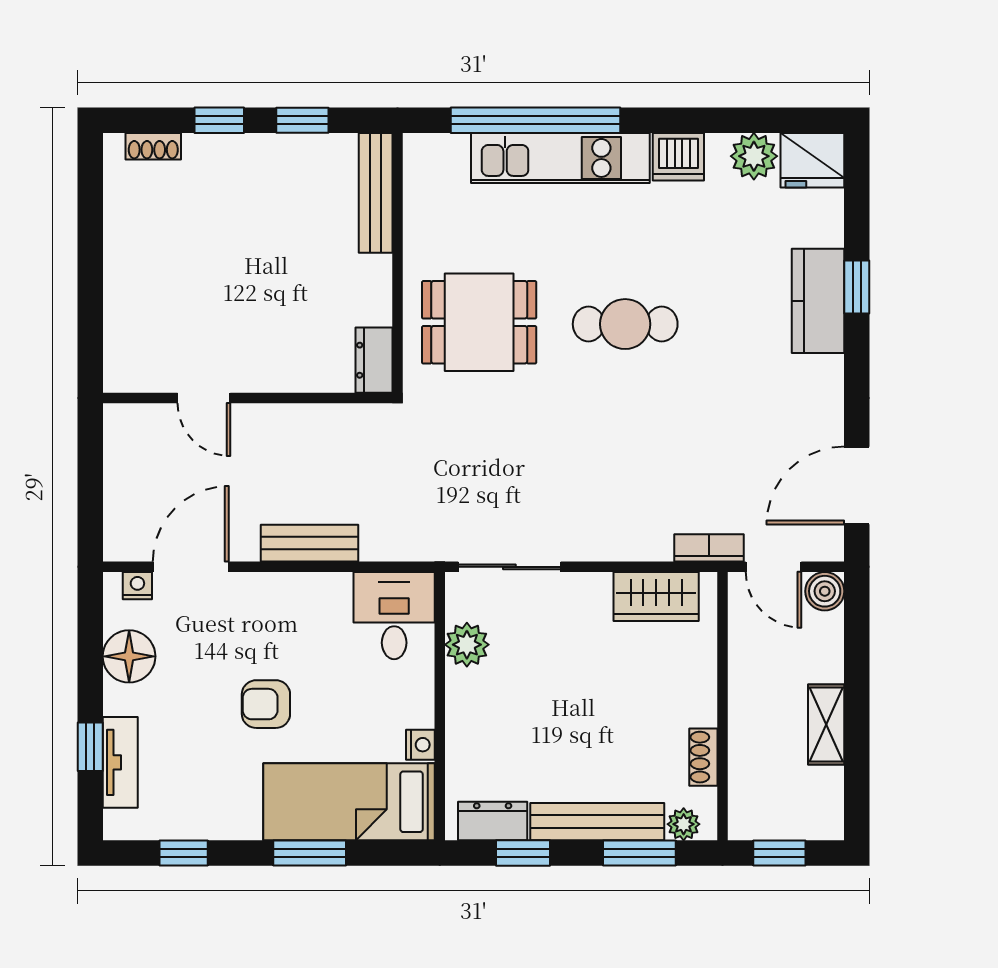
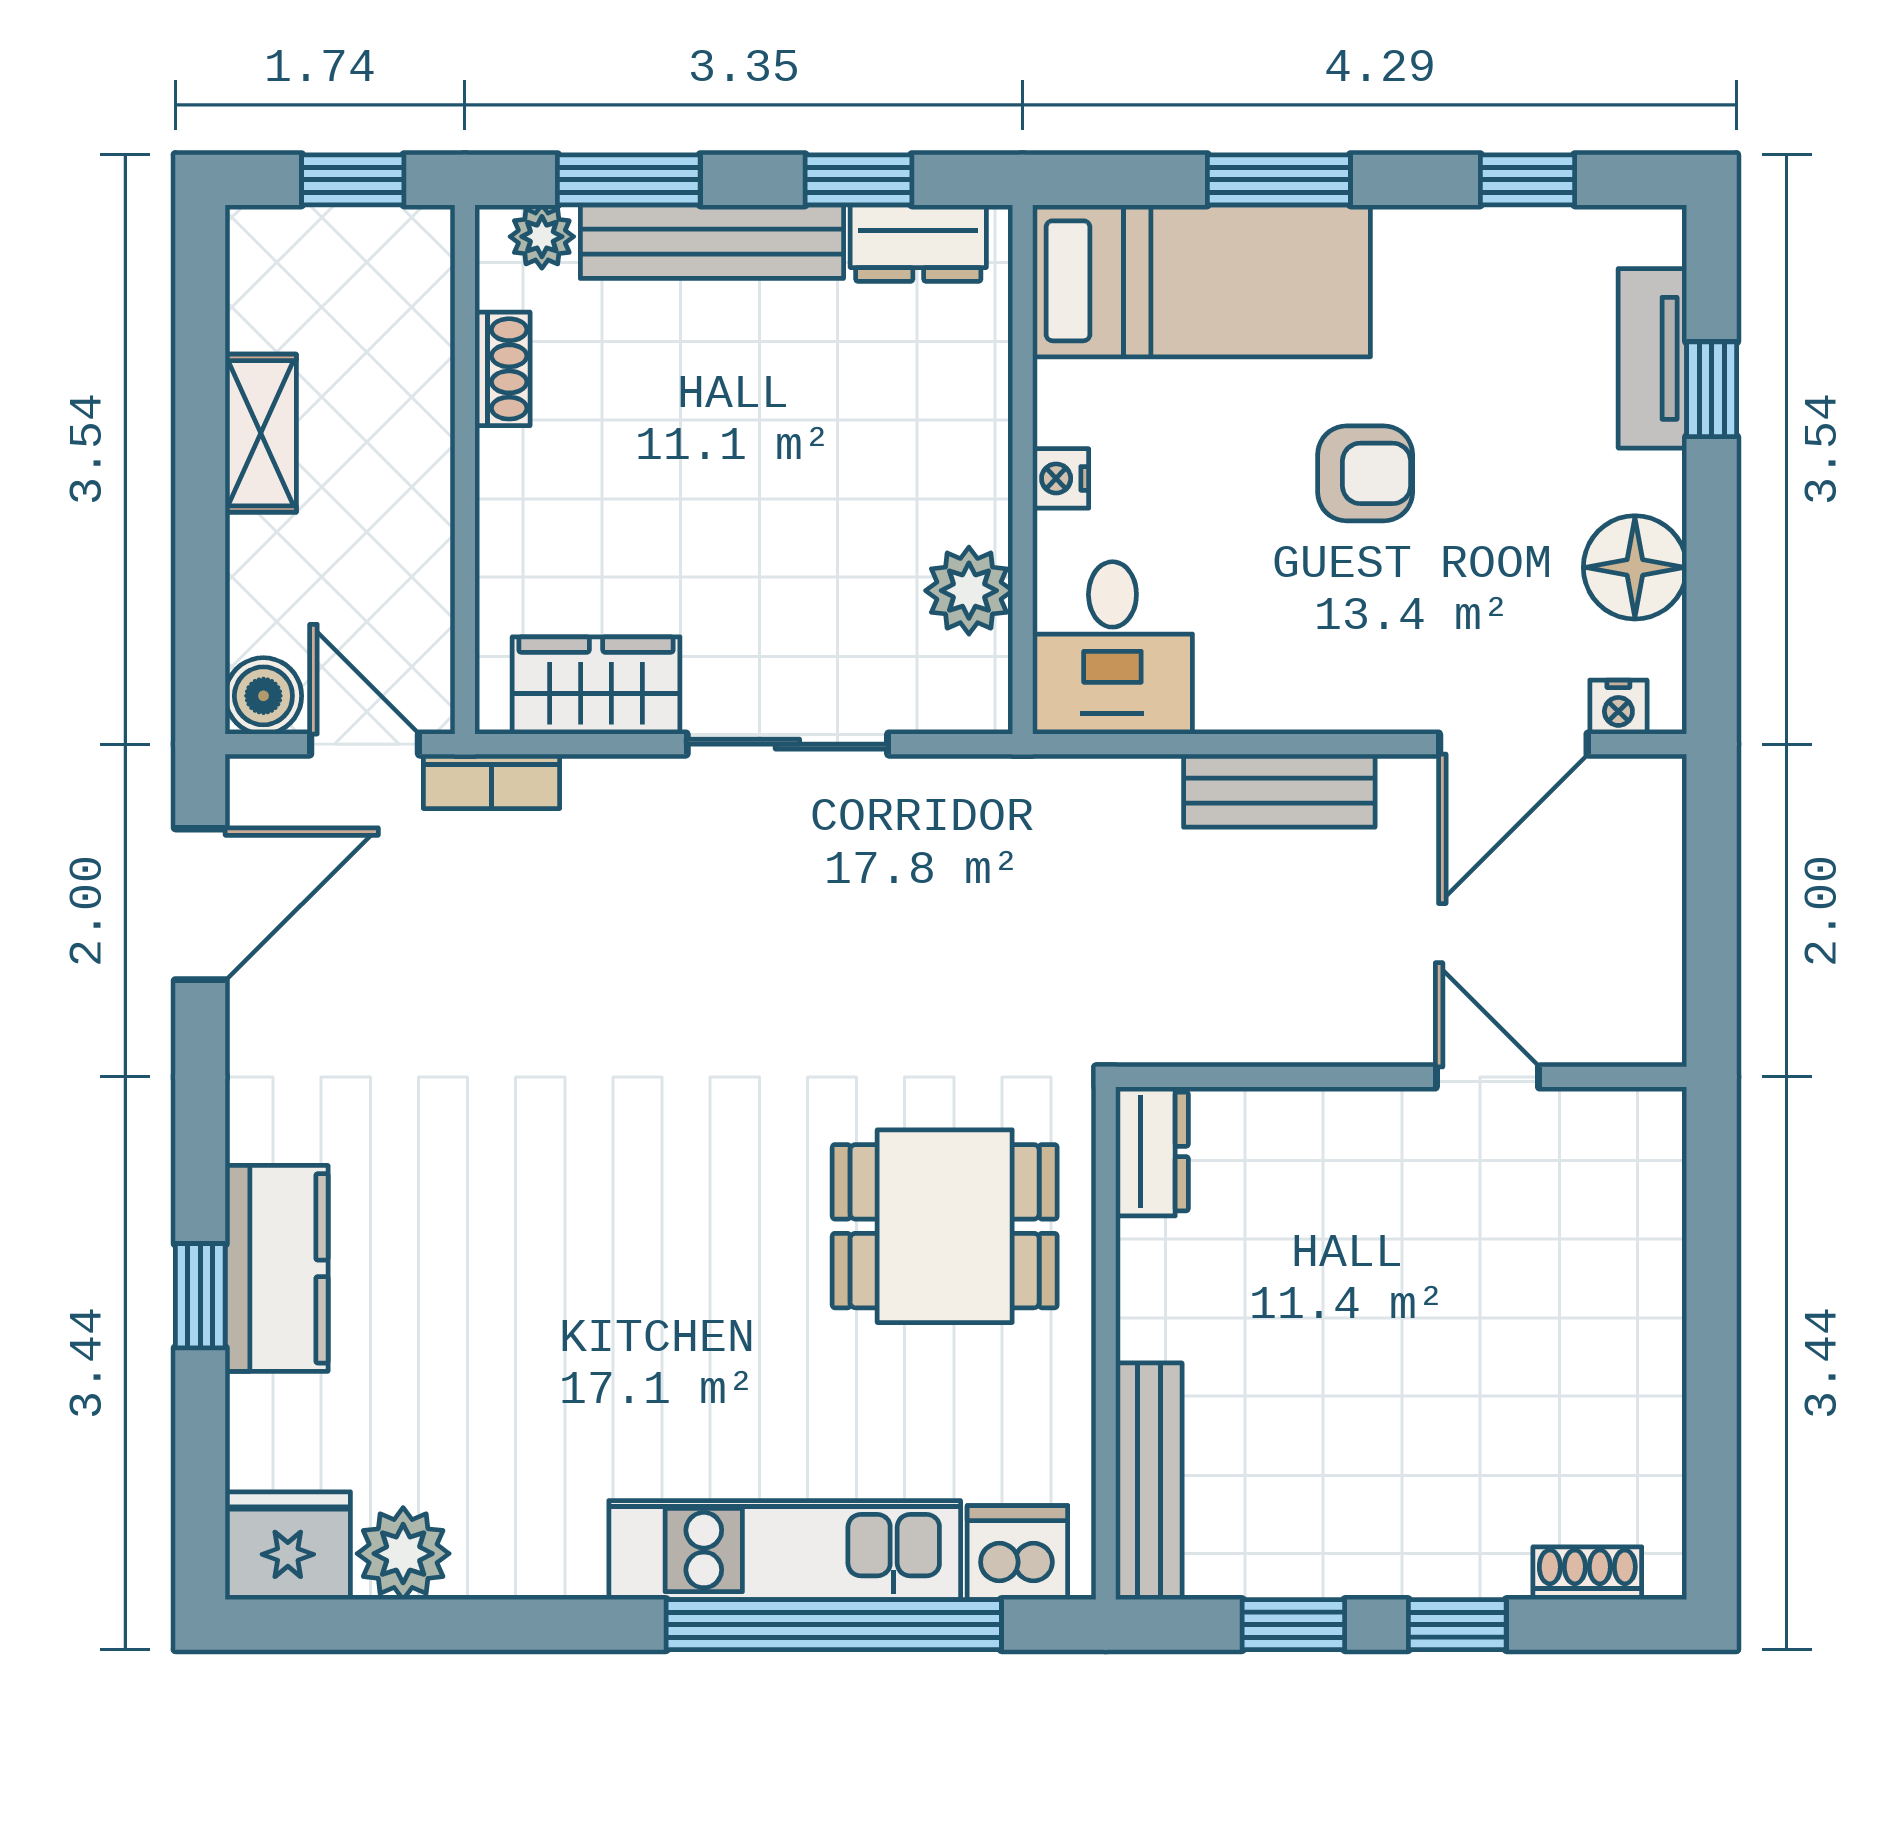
dishwasher: (678, 157) -> (1017, 1553), moved
cafe table: (625, 324) -> (657, 1223), removed
sliding door: (509, 567) -> (787, 744), moved
nightstand: (420, 745) -> (1061, 478), moved

